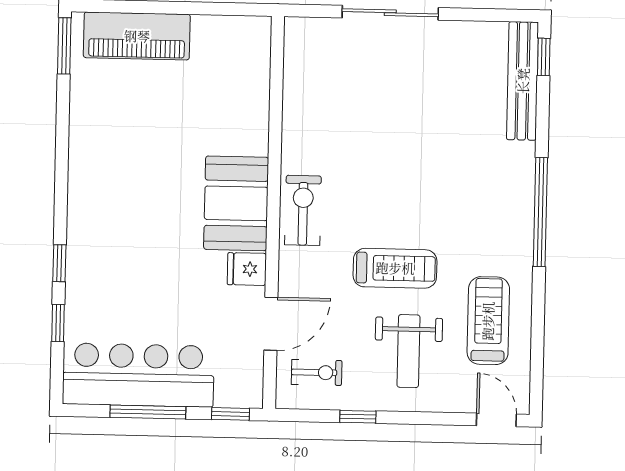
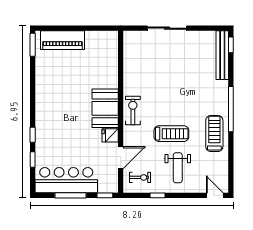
treadmill: (488, 321) -> (214, 134), moved

